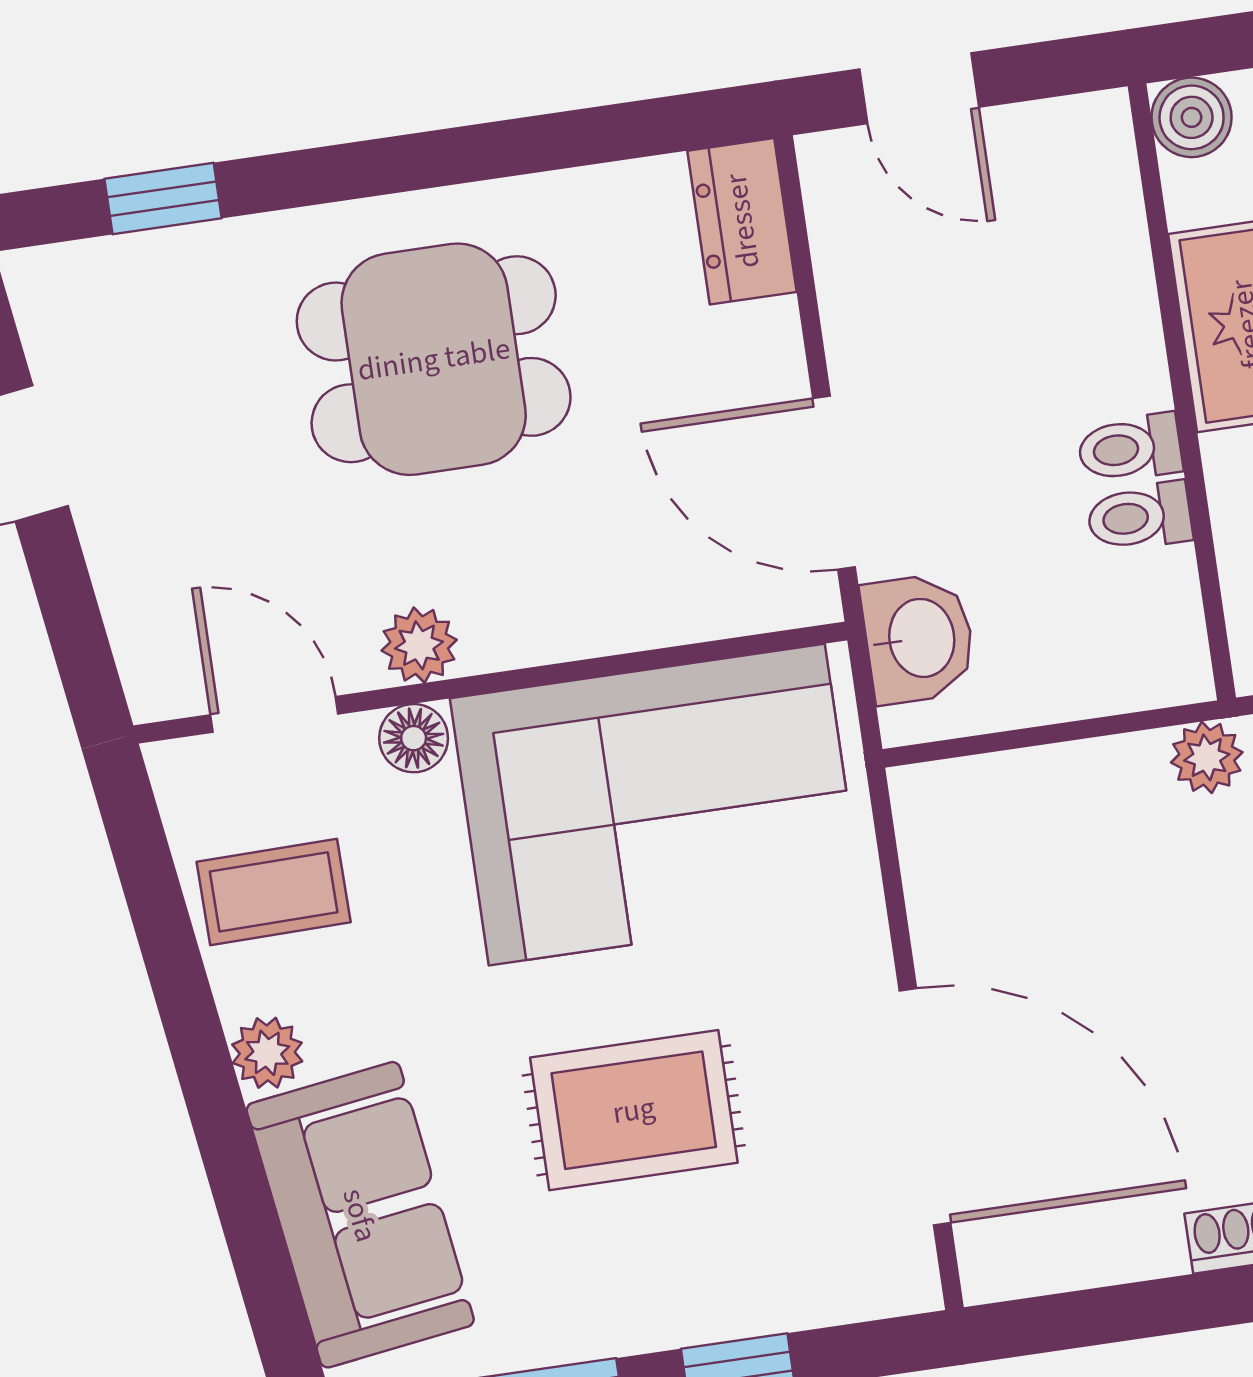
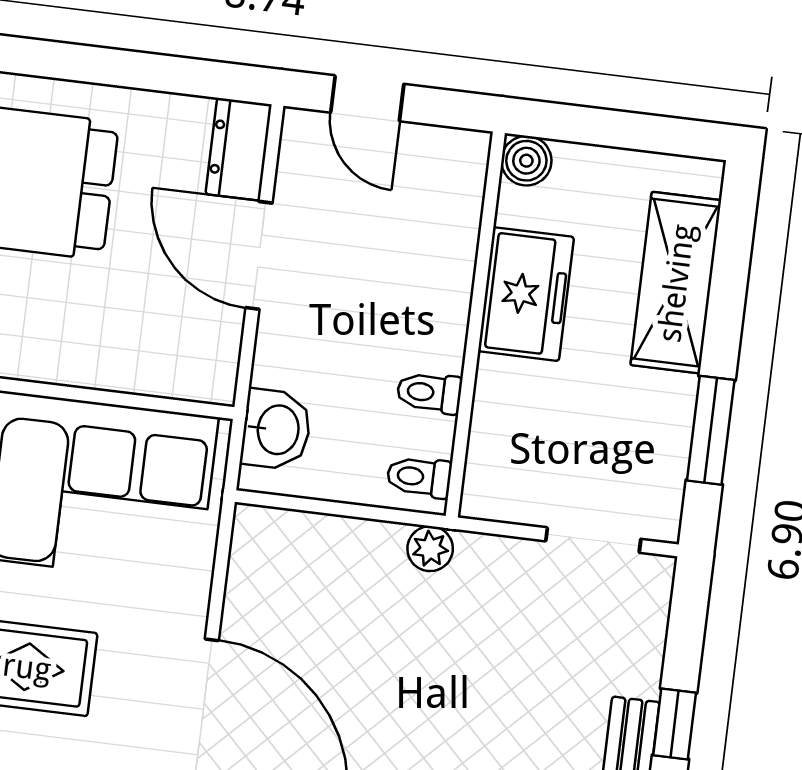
toilet: (1130, 448) -> (419, 477), moved
door: (834, 483) -> (259, 255), moved

